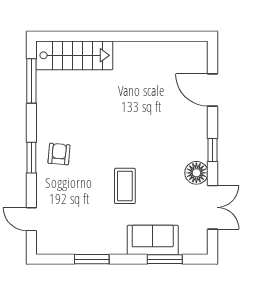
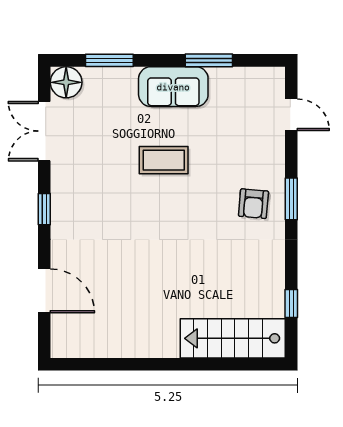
window: (31, 81) -> (291, 304), width x0.46
floor lamp: (196, 173) -> (66, 82), moved
coffee table: (125, 186) -> (164, 160), turned 90
sofa: (153, 240) -> (173, 87), moved

